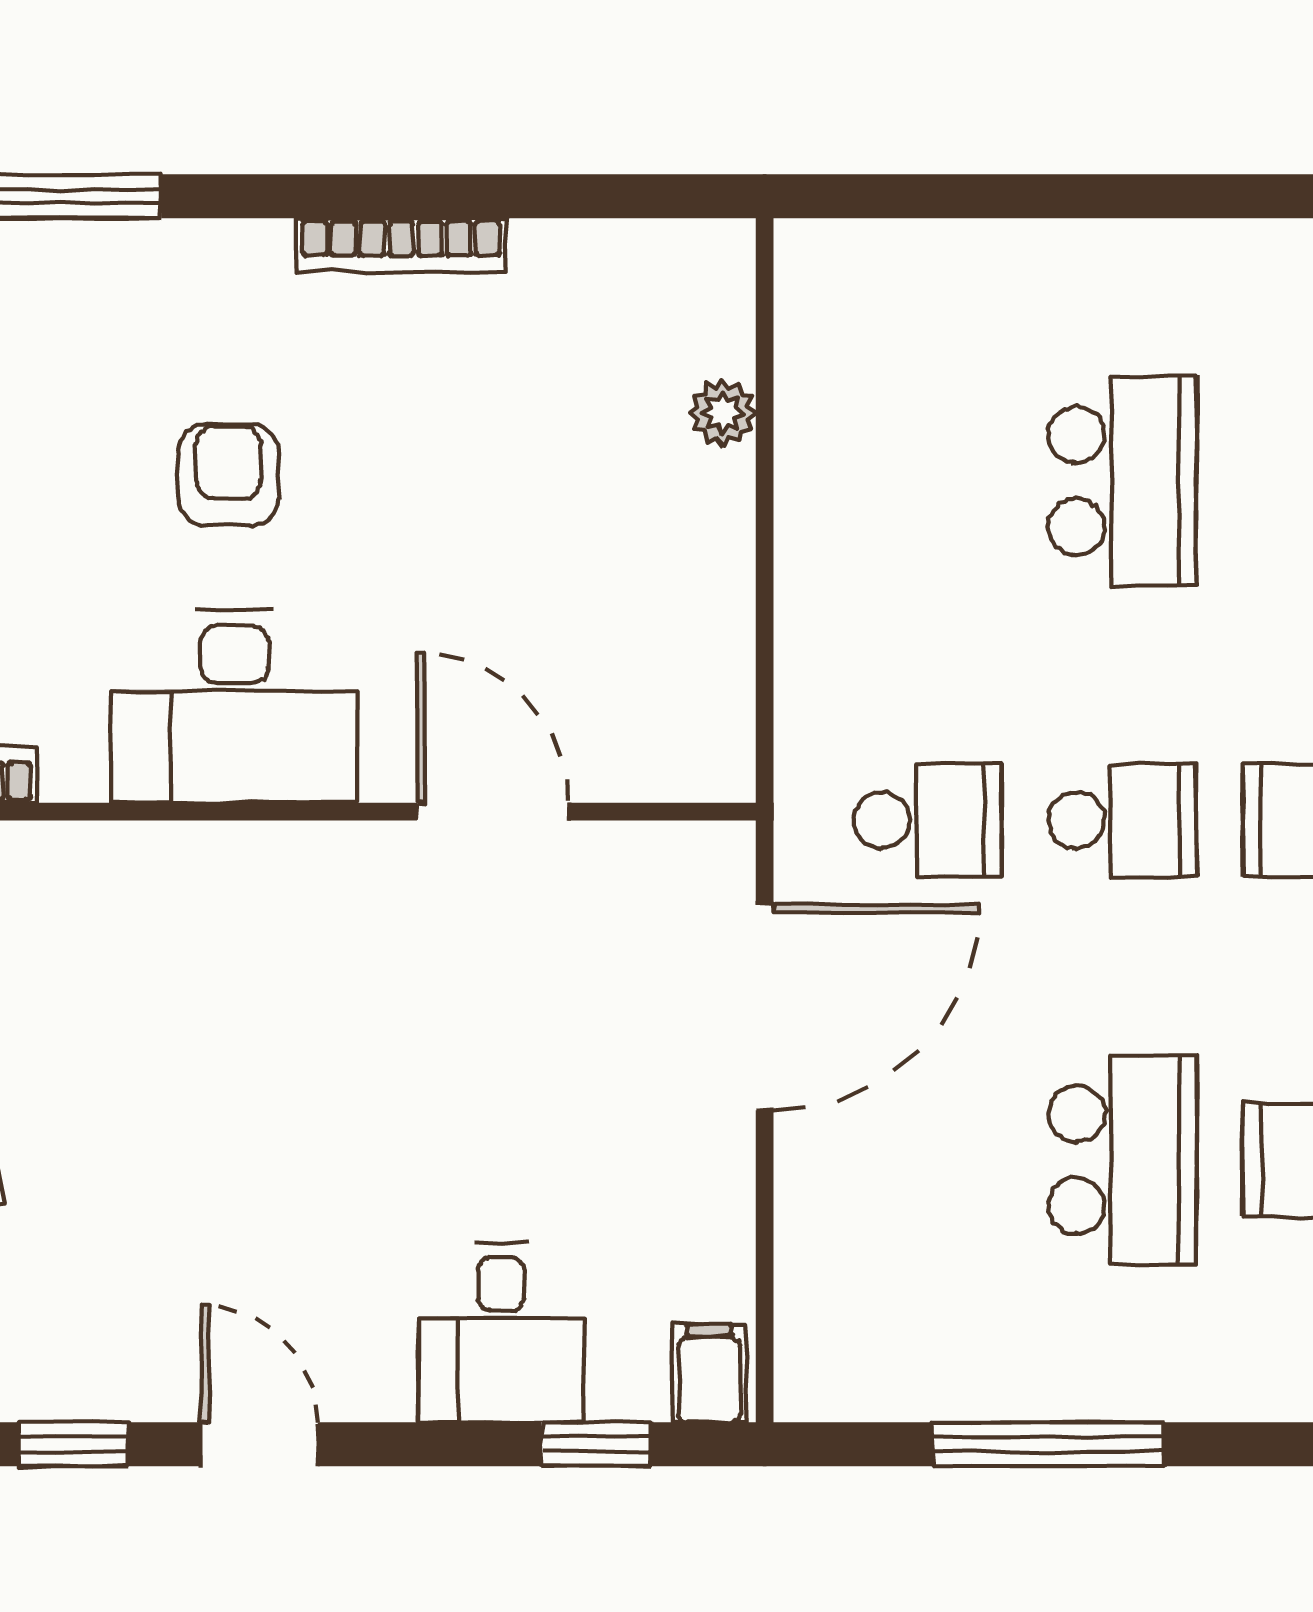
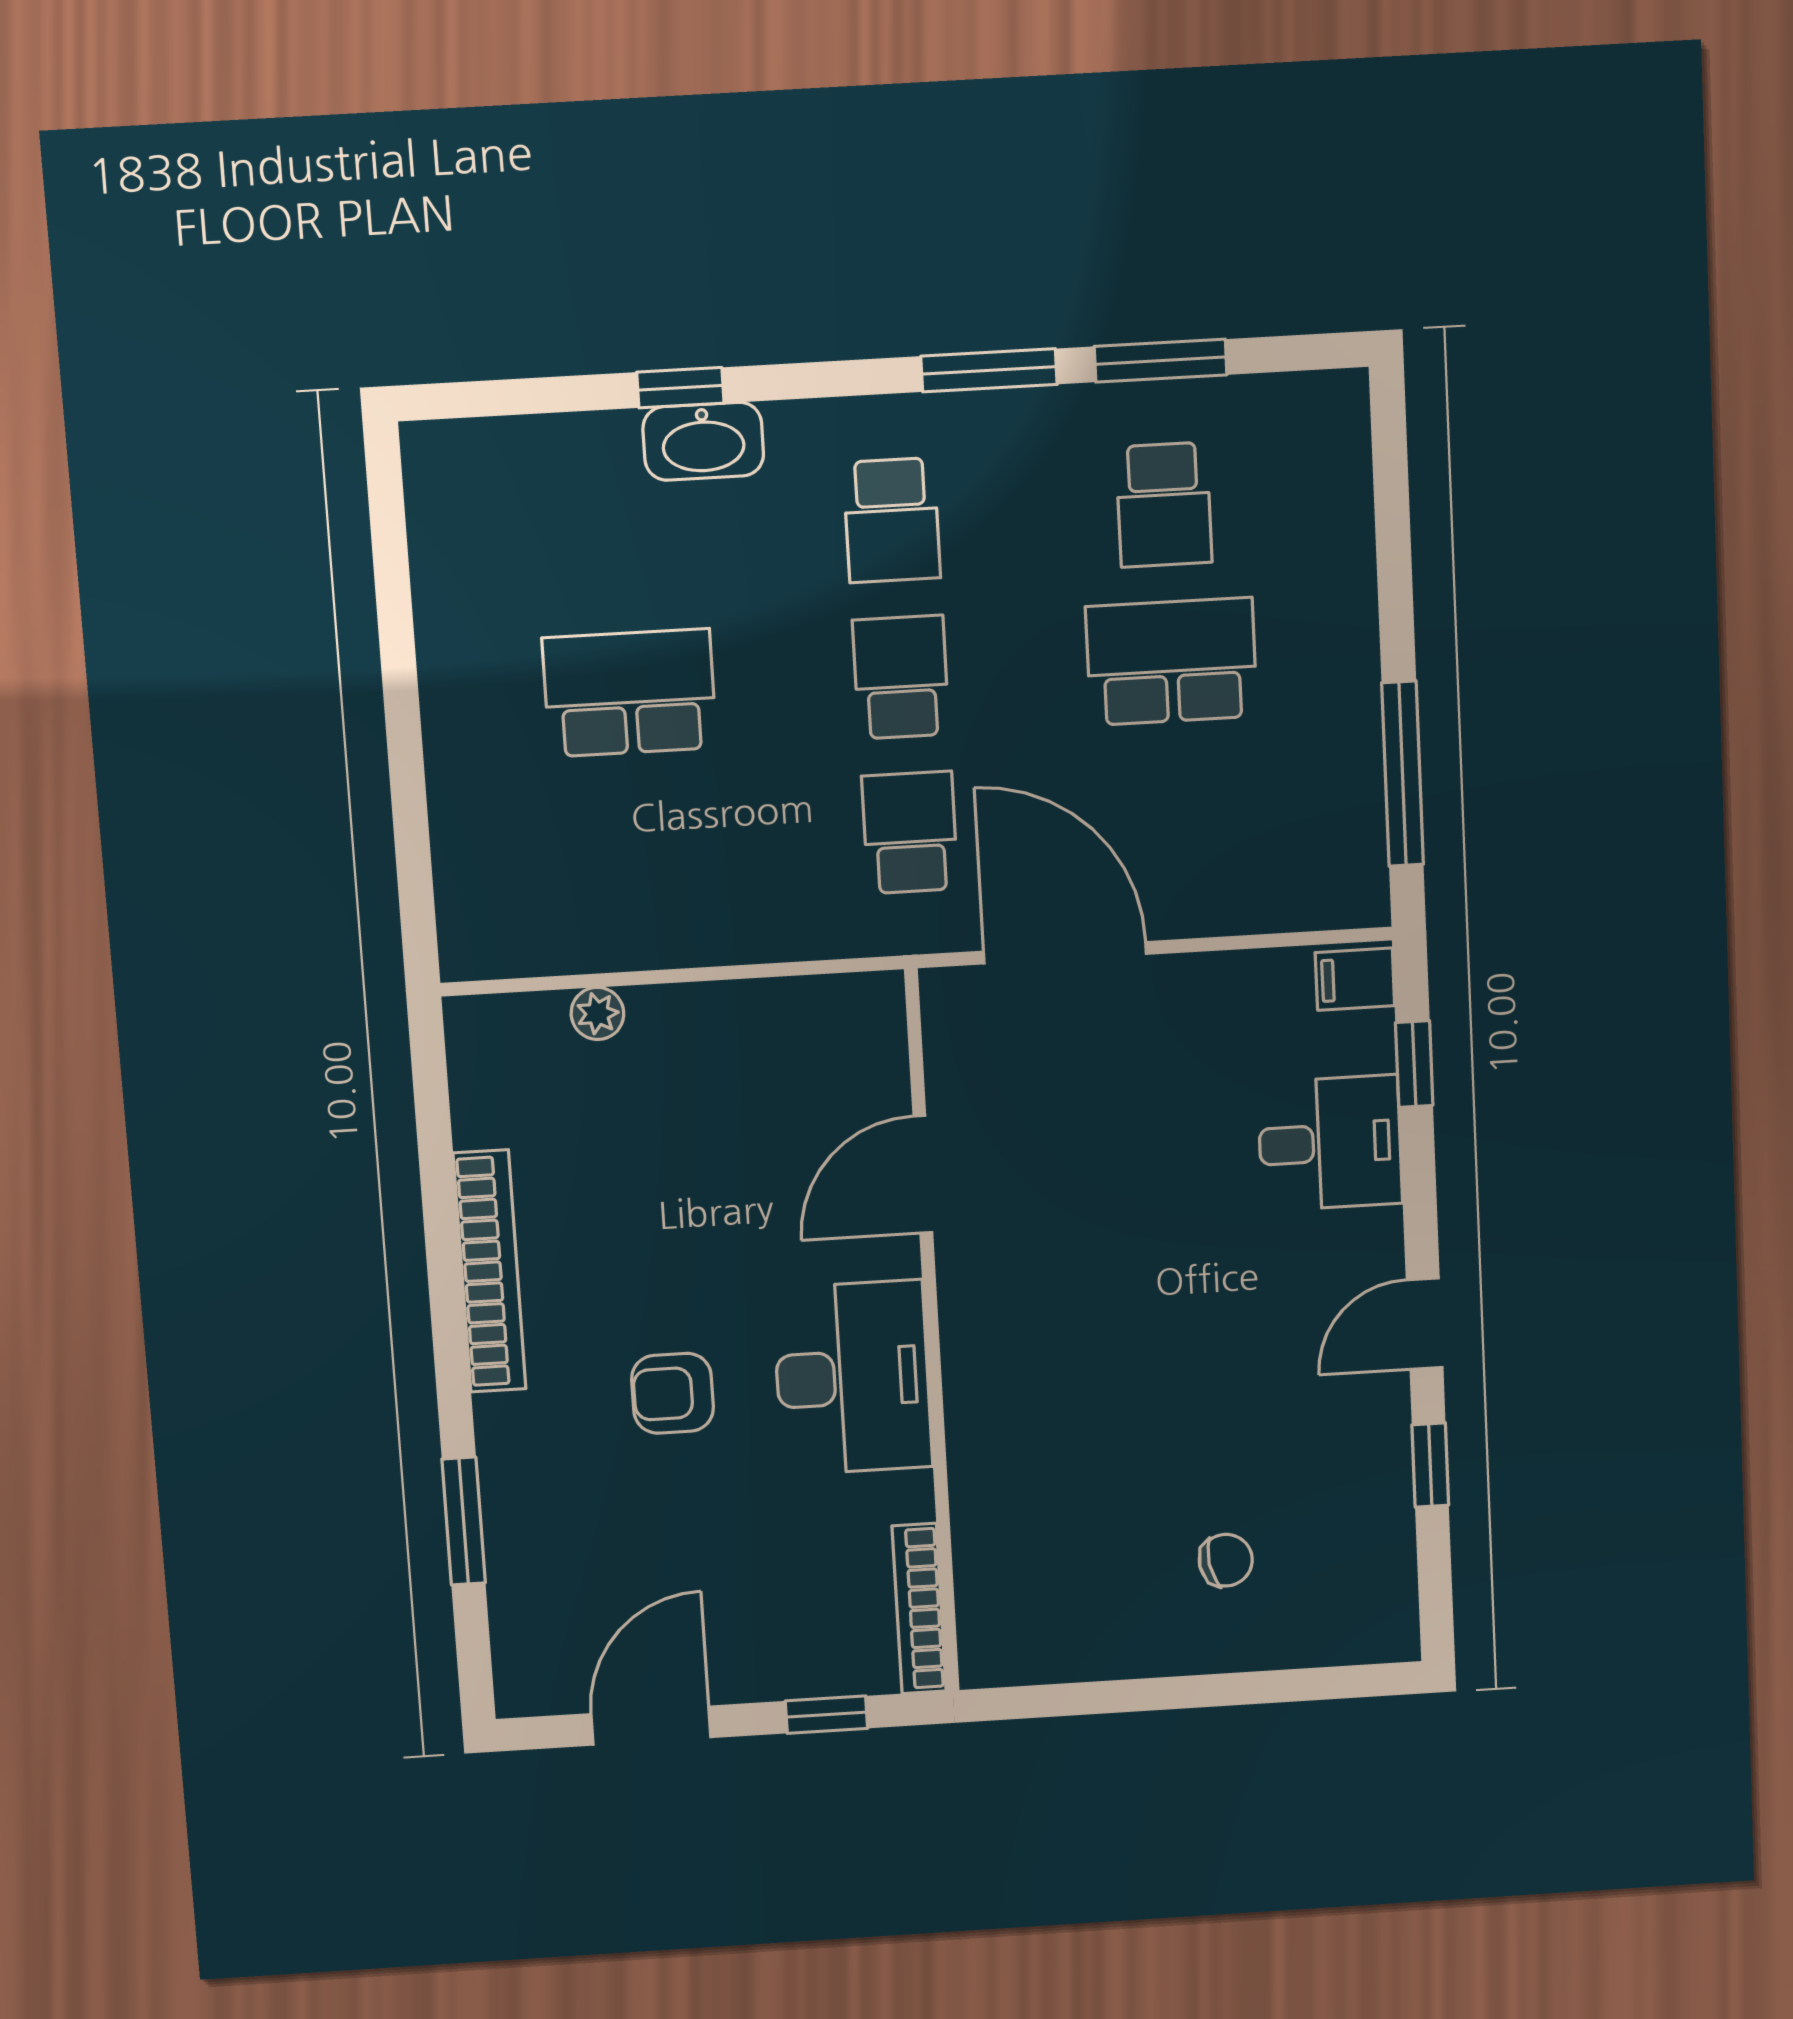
bookcase: (401, 245) -> (490, 1271), width x1.48, depth x1.31
window: (1049, 1444) -> (1403, 774), moved

